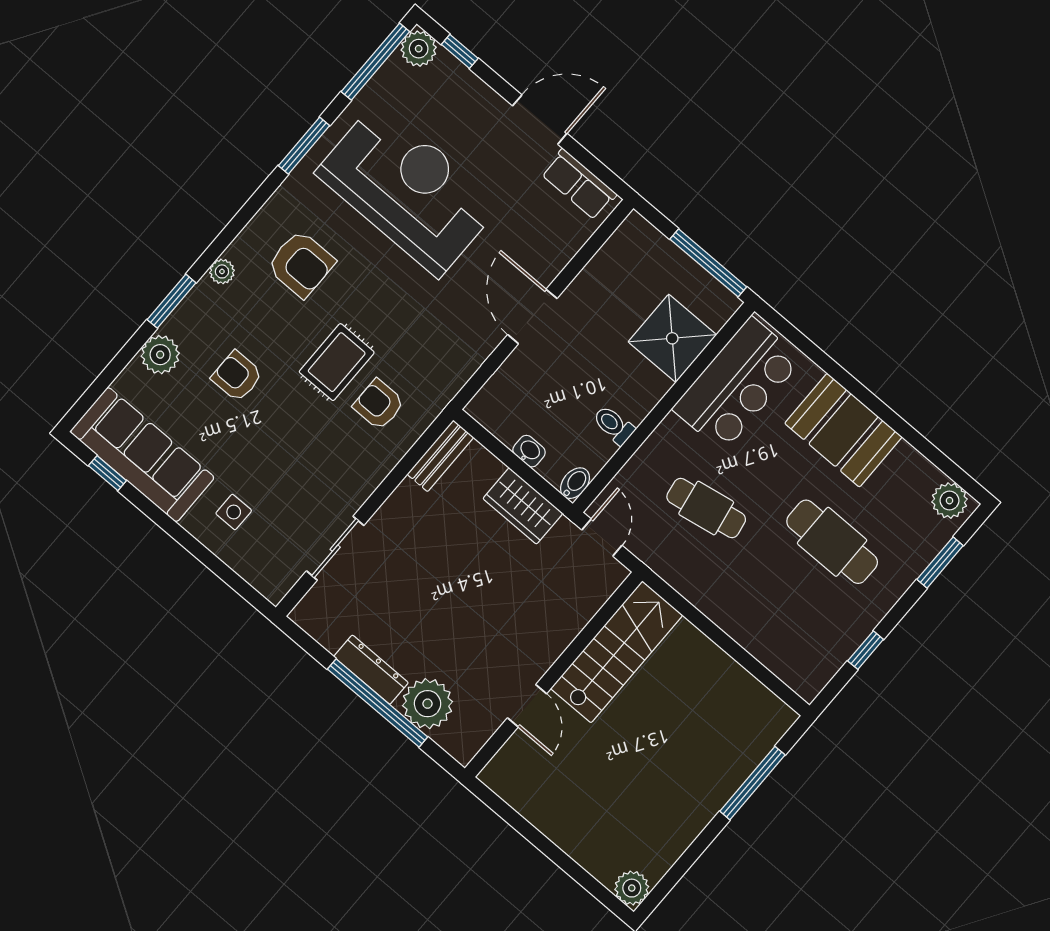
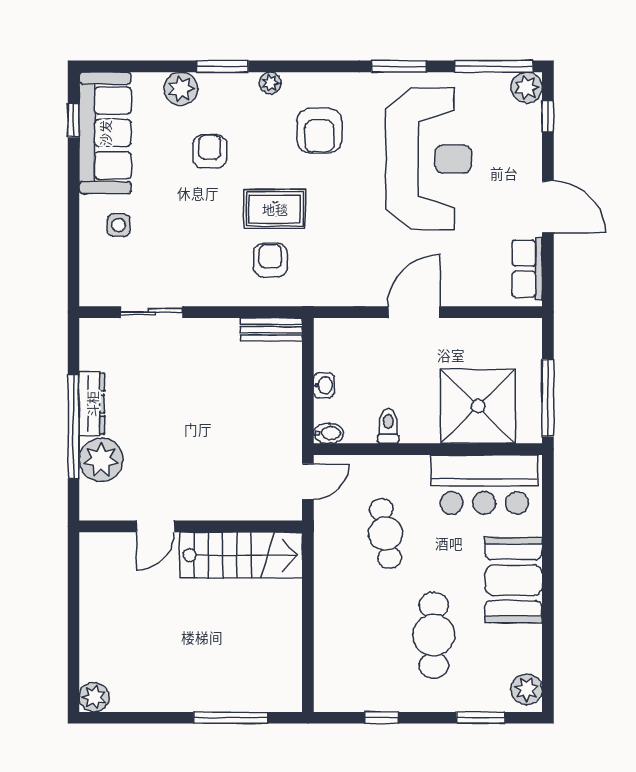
shower: (672, 338) -> (478, 406), width x1.37, depth x1.37
wardrobe: (523, 506) -> (284, 412), removed

